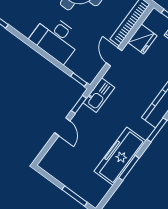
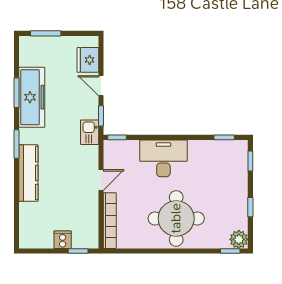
fridge: (142, 39) -> (88, 60), moved
door: (114, 57) -> (101, 180), hinge flipped
kitchen sink: (99, 95) -> (90, 132), width x0.73

